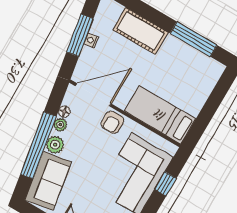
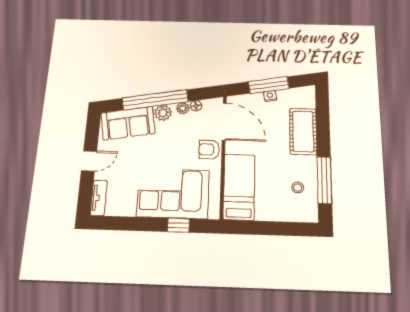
stool: (188, 66) -> (298, 187), added

